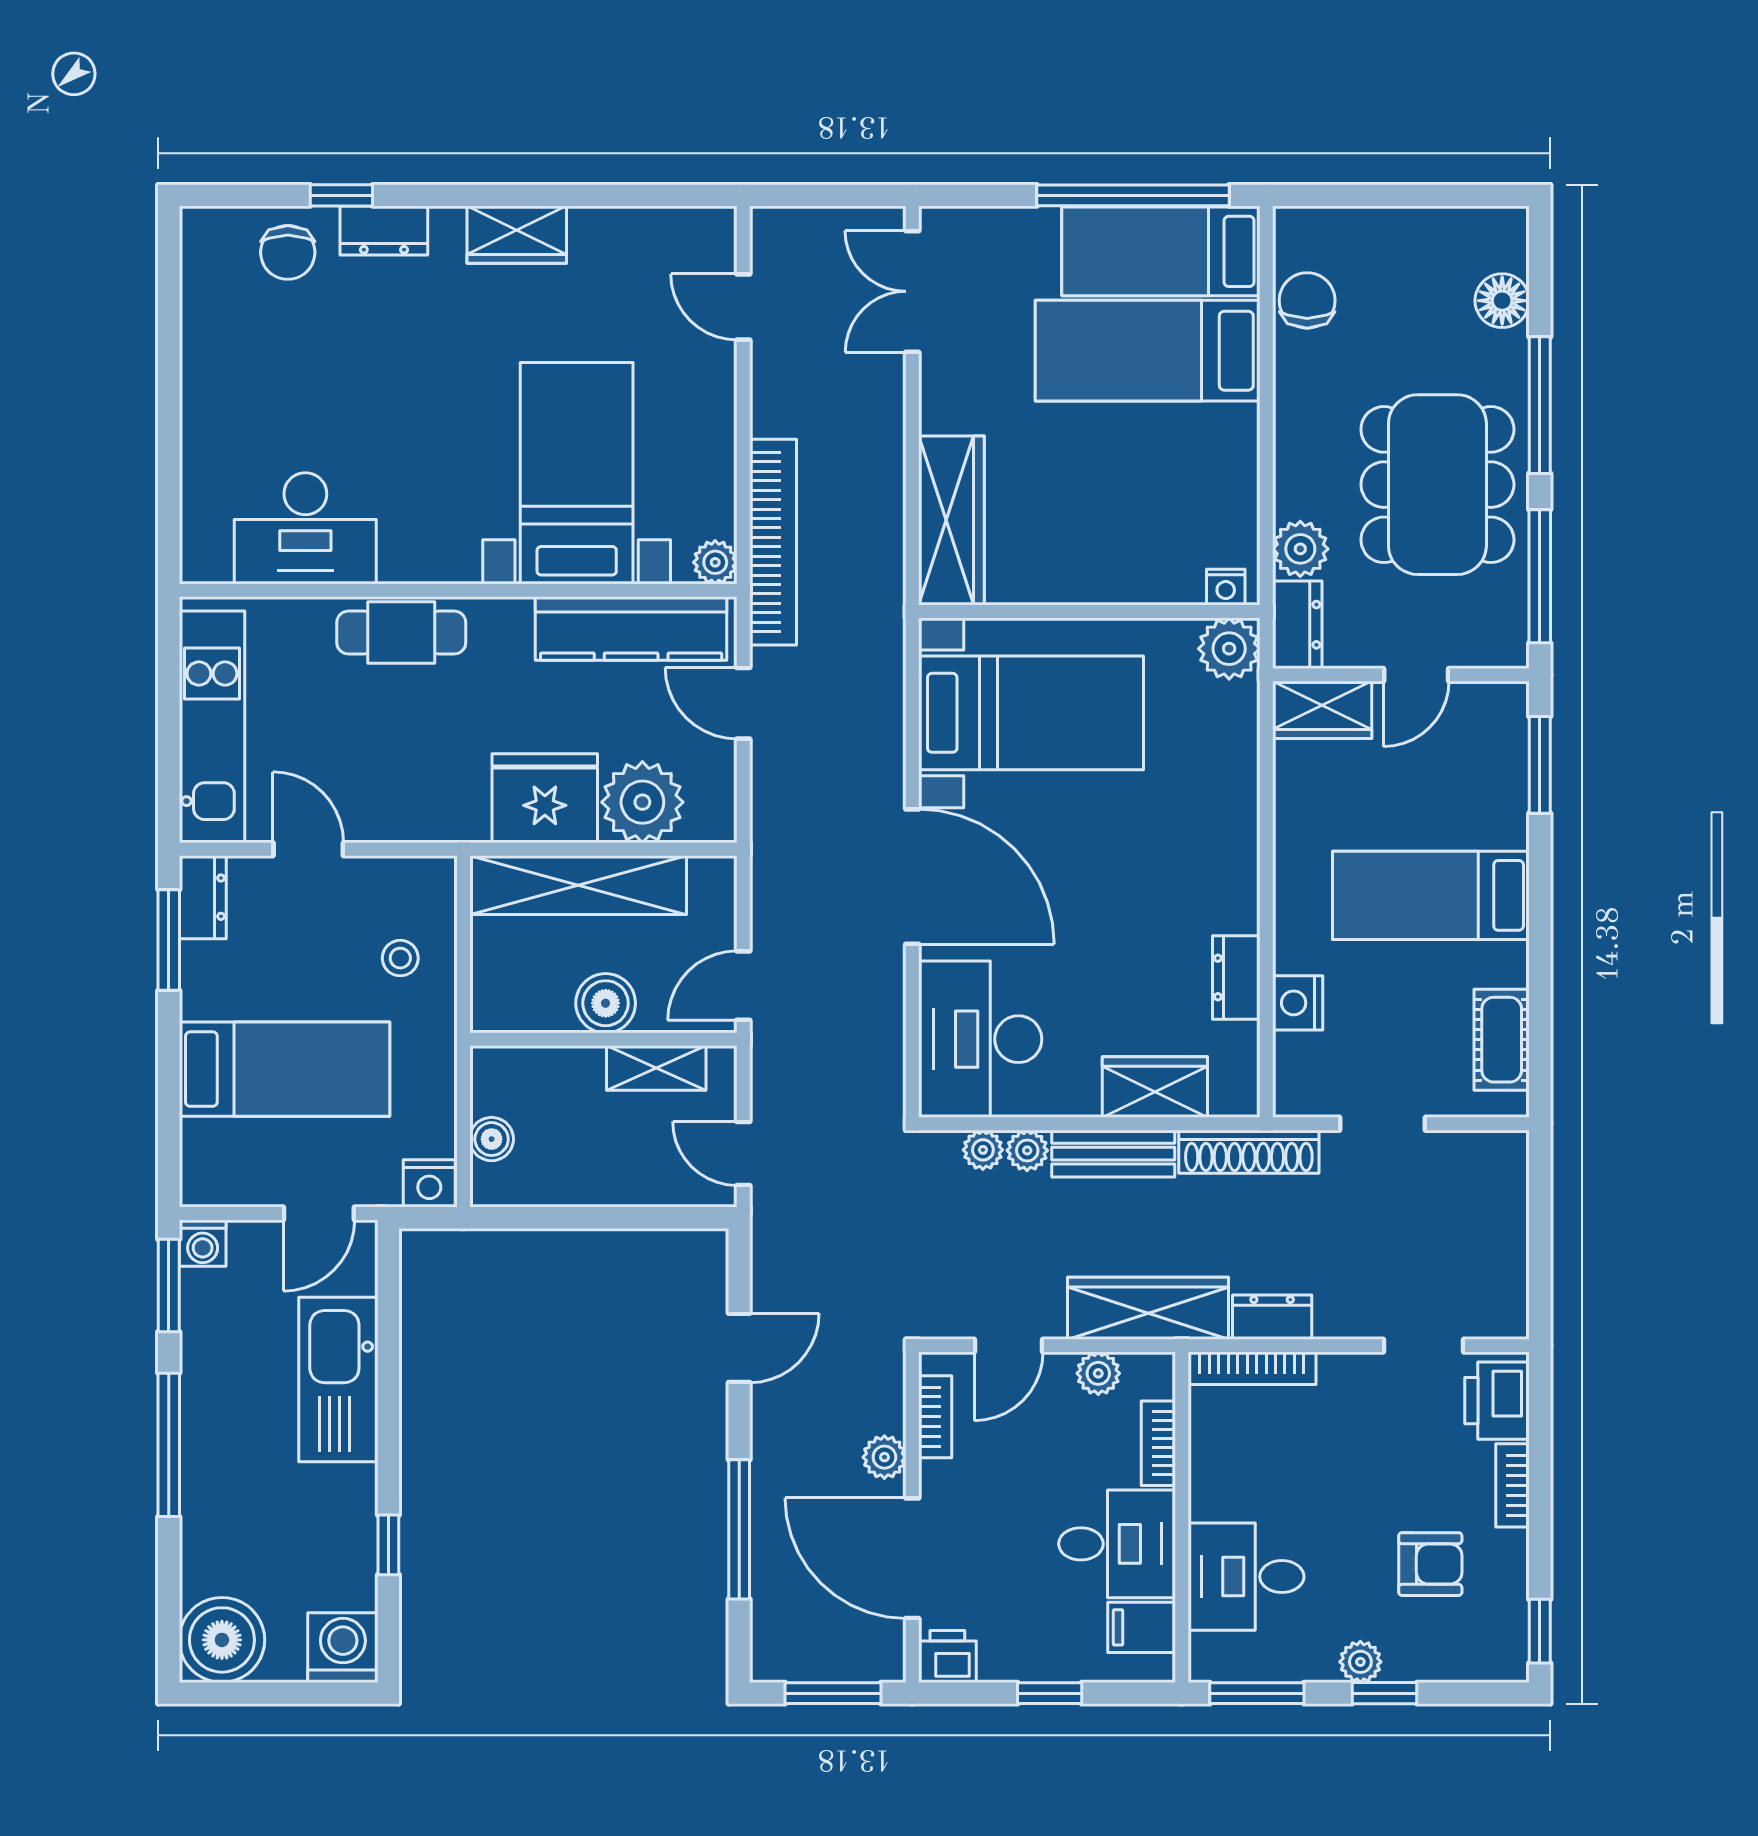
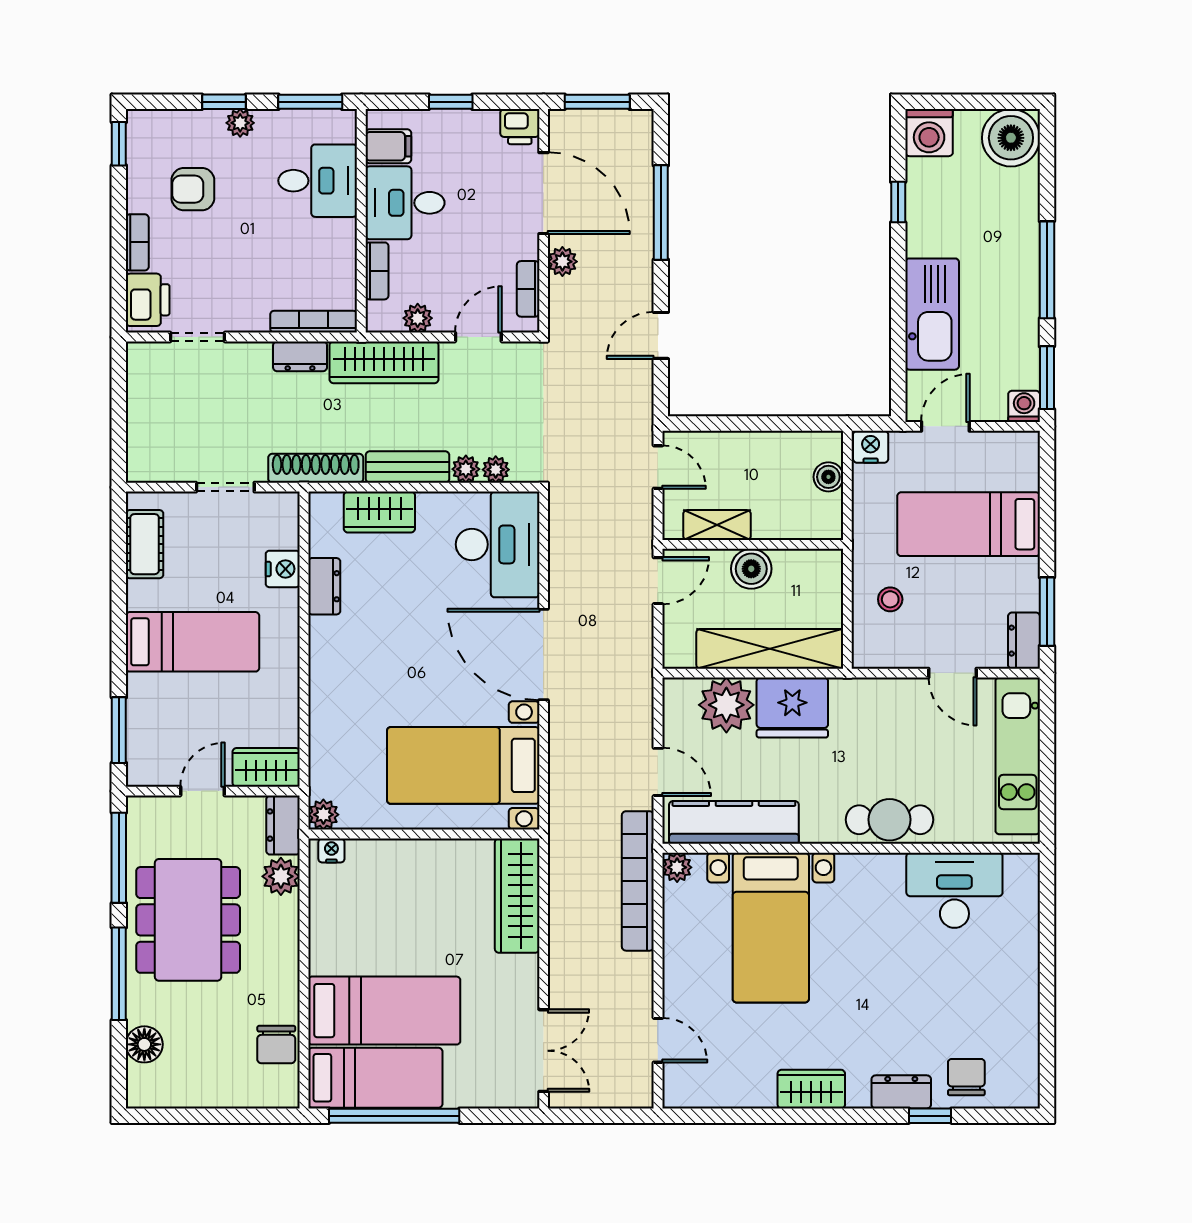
plant: (1229, 649) -> (323, 815), width x0.73, depth x0.73

